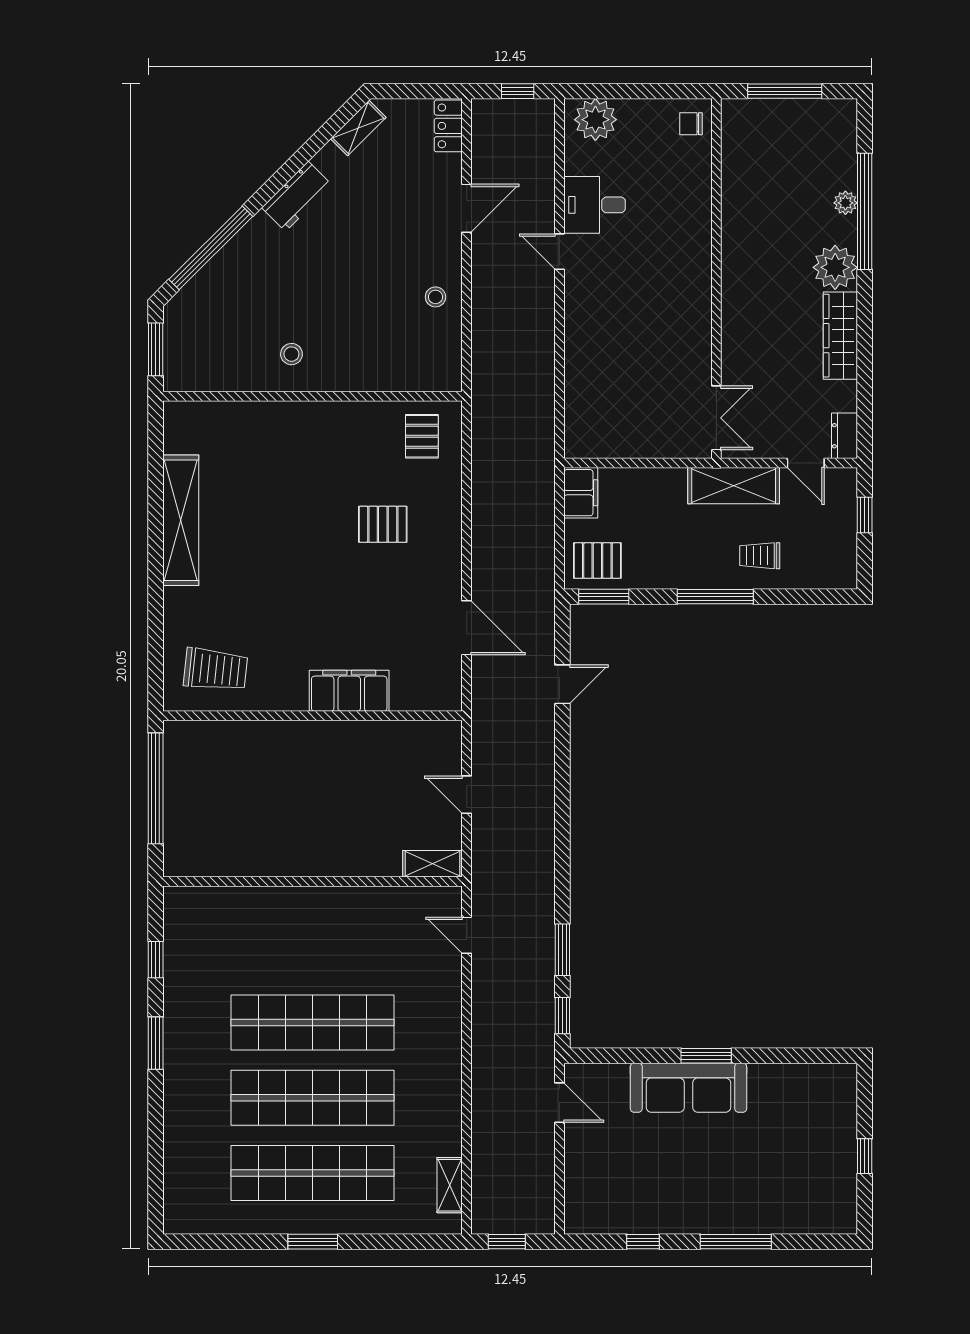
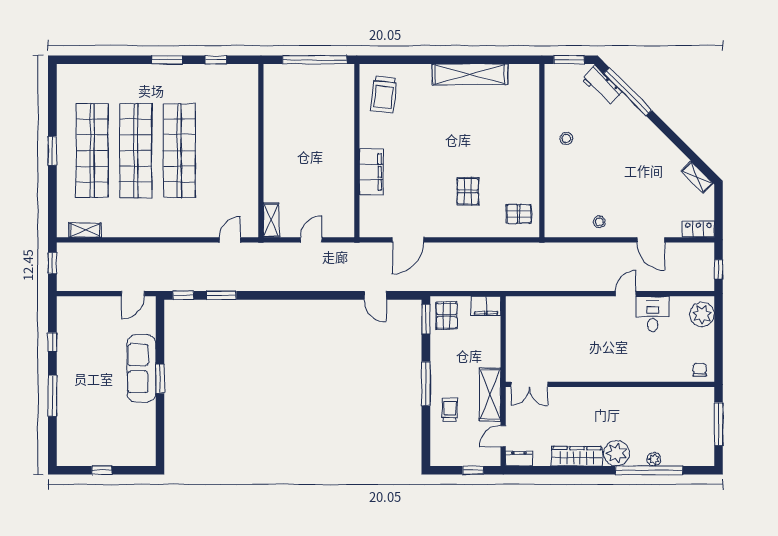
workbench: (297, 196) -> (602, 86), moved

